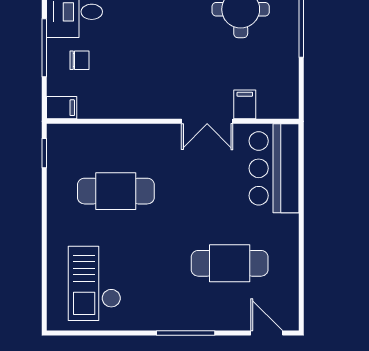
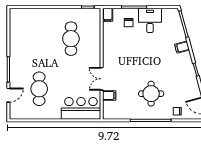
checkout: (95, 283) -> (30, 29), removed
door: (267, 333) -> (8, 95), moved

